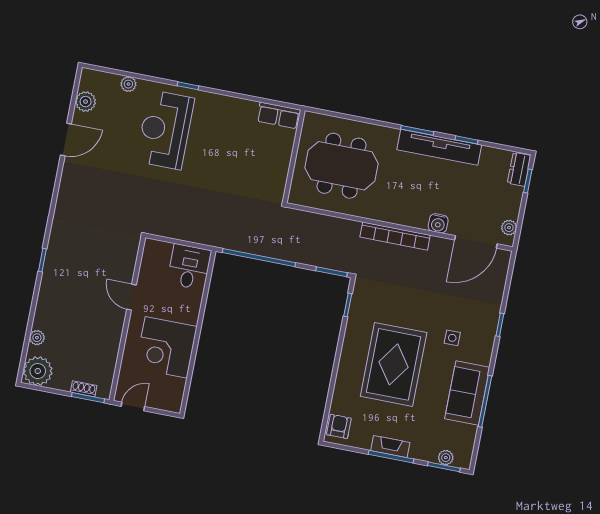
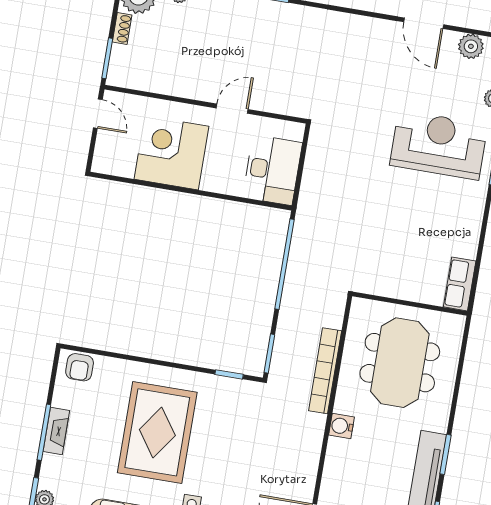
water cooler: (438, 223) -> (341, 426), moved
bookcase: (395, 236) -> (325, 371), moved
desk: (189, 267) -> (272, 170), width x1.37
rug: (394, 364) -> (157, 432), turned 90
shoe rack: (84, 389) -> (122, 29), moved
armchair: (339, 426) -> (80, 367), turned 90

